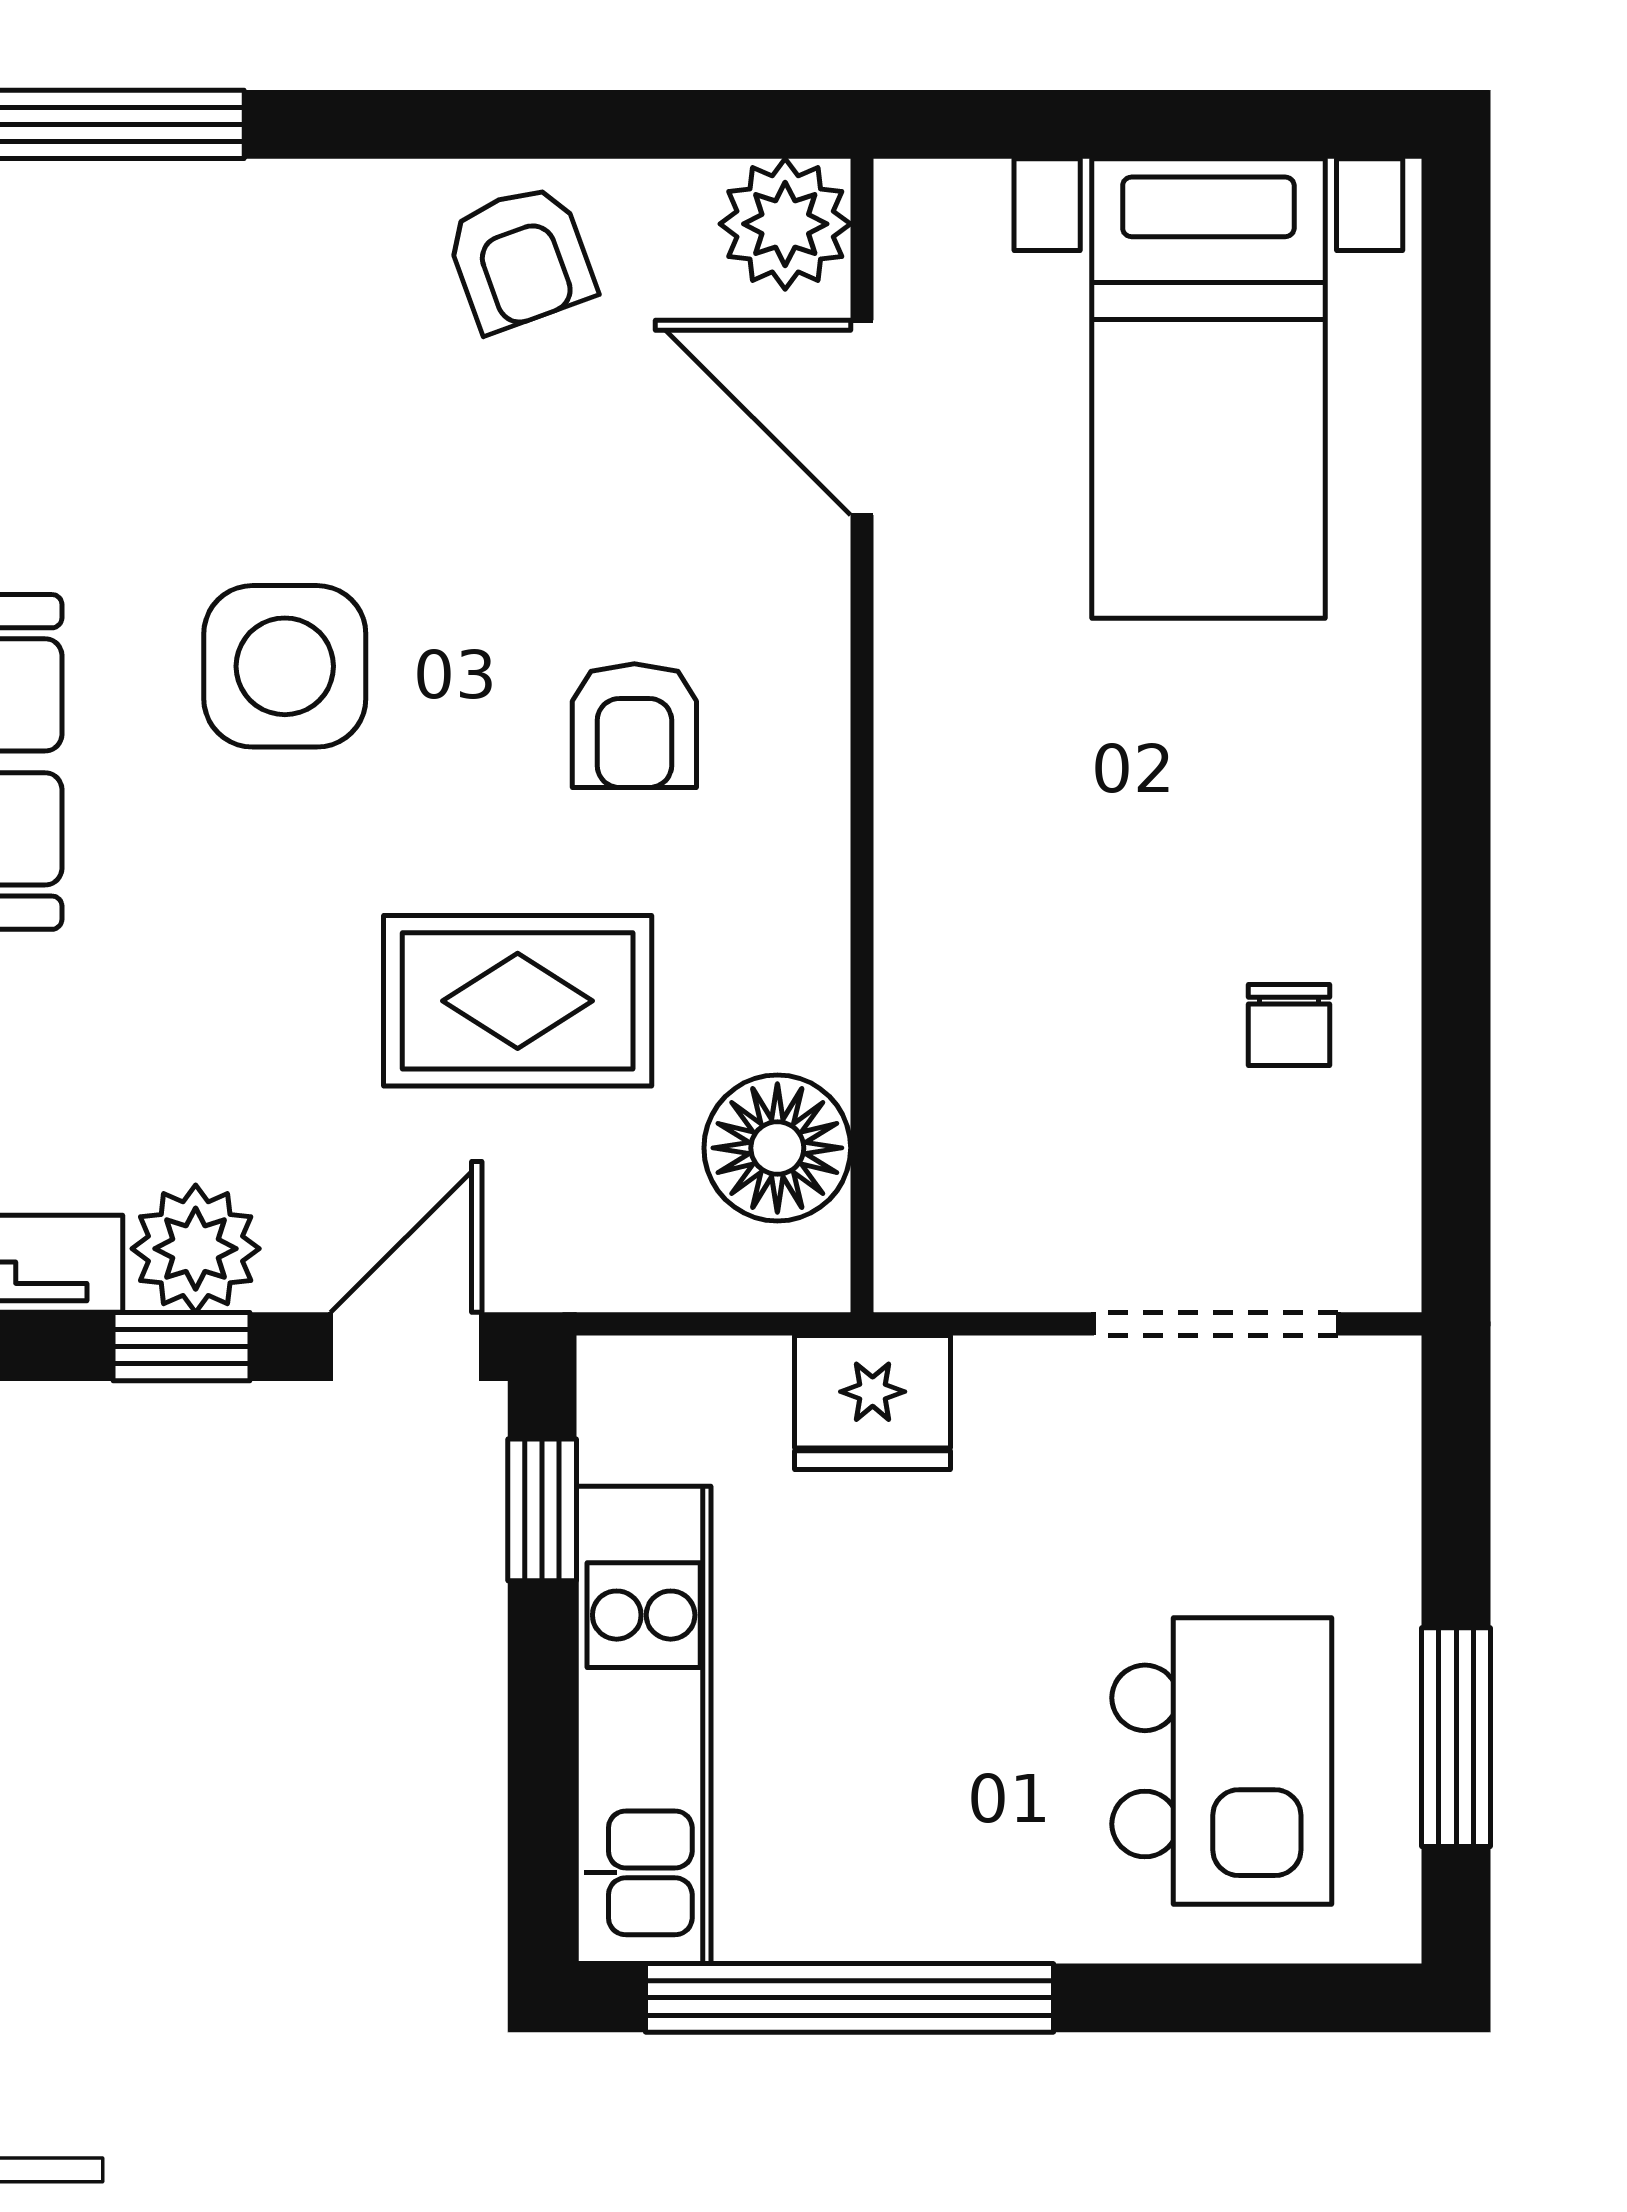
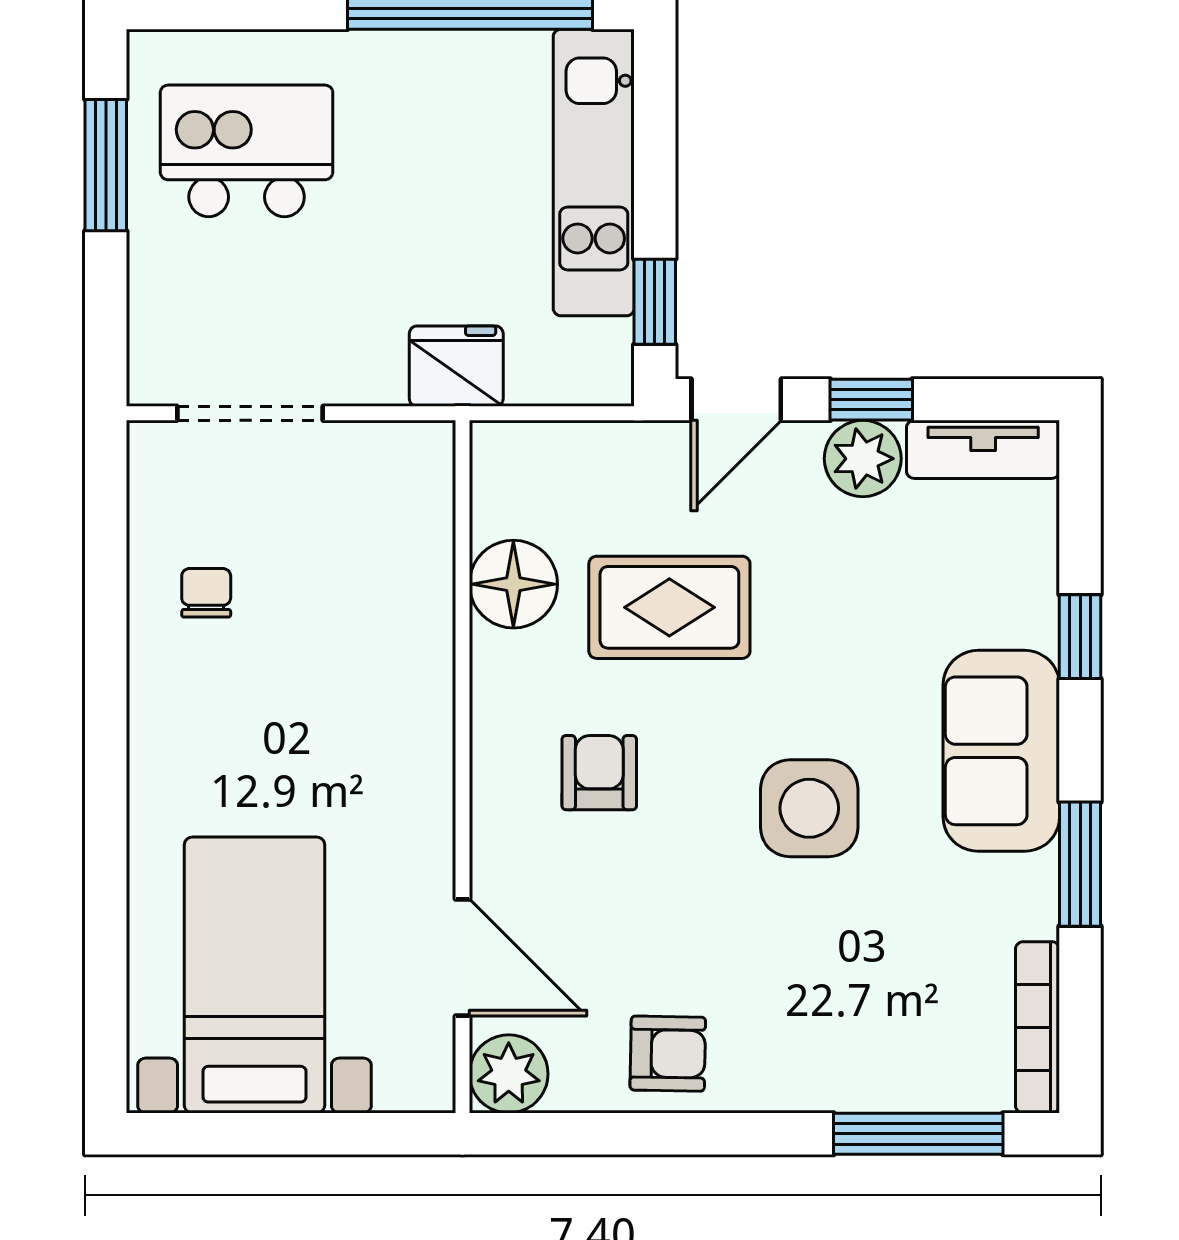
armchair: (520, 258) -> (668, 1054), turned 111
floor lamp: (777, 1148) -> (513, 584), moved
kitchen island: (1222, 1761) -> (247, 151), turned 90

